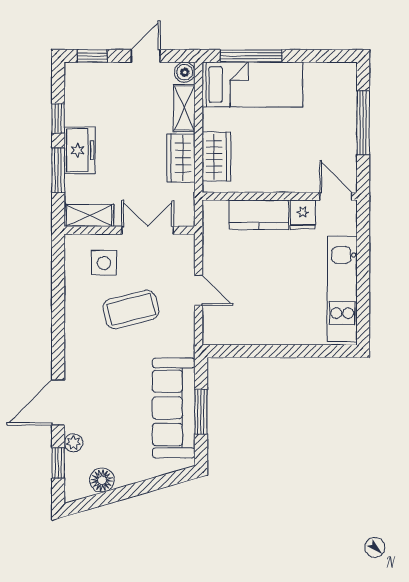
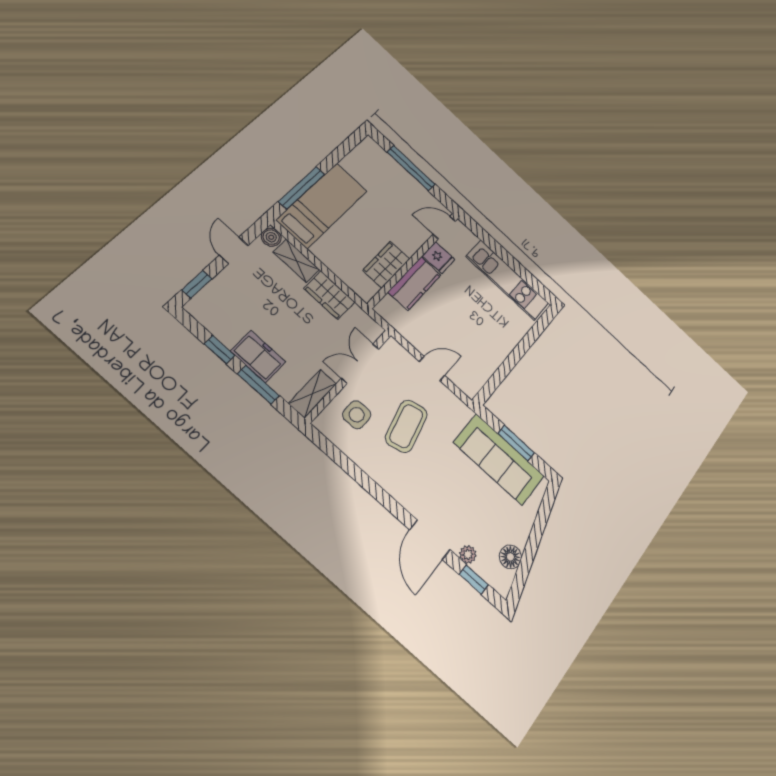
wardrobe: (216, 157) -> (386, 265), moved, turned -90

